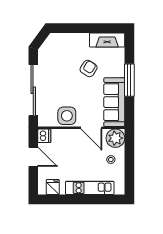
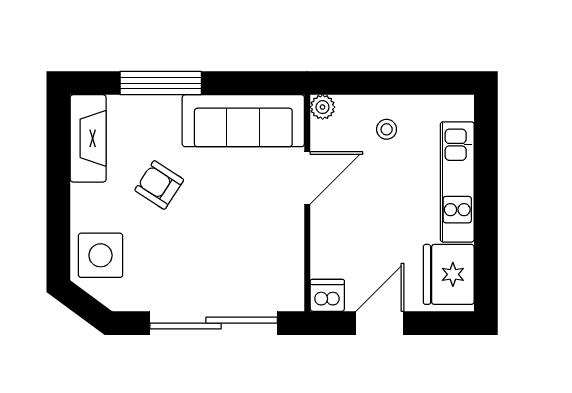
window: (129, 80) -> (161, 83), moved
side table: (67, 116) -> (100, 255), moved
plant: (115, 138) -> (323, 107), width x0.53, depth x0.53
fridge: (53, 187) -> (449, 274), width x1.88, depth x1.34

